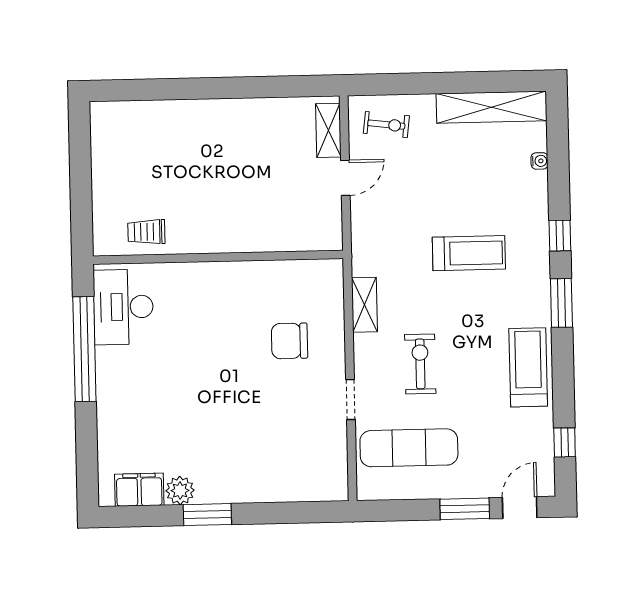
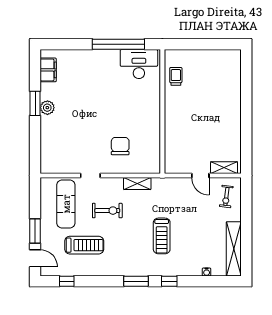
treadmill: (528, 367) -> (84, 245), moved
plant: (180, 491) -> (47, 108), moved

